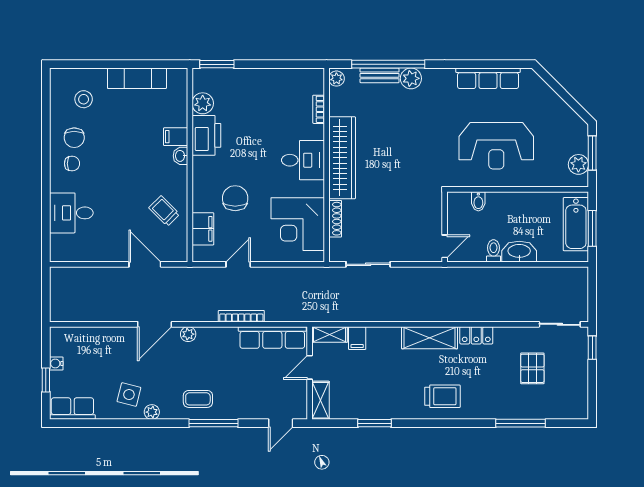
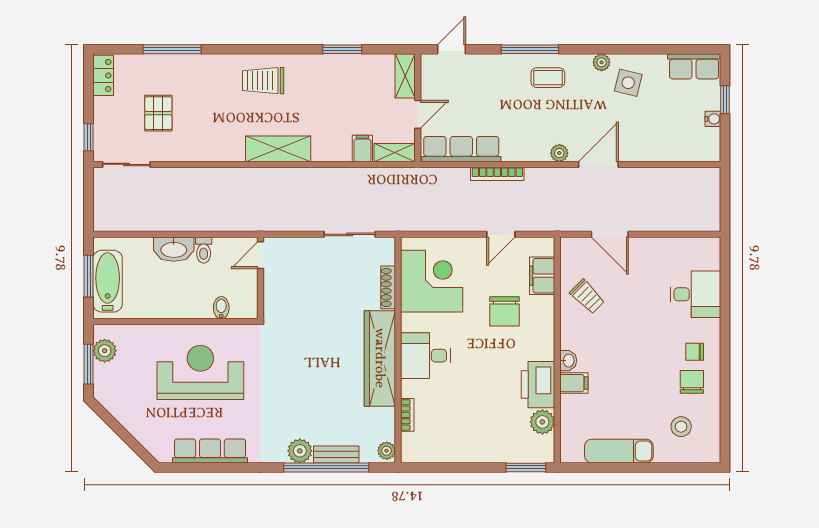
locker: (476, 335) -> (103, 75), moved, turned 90

